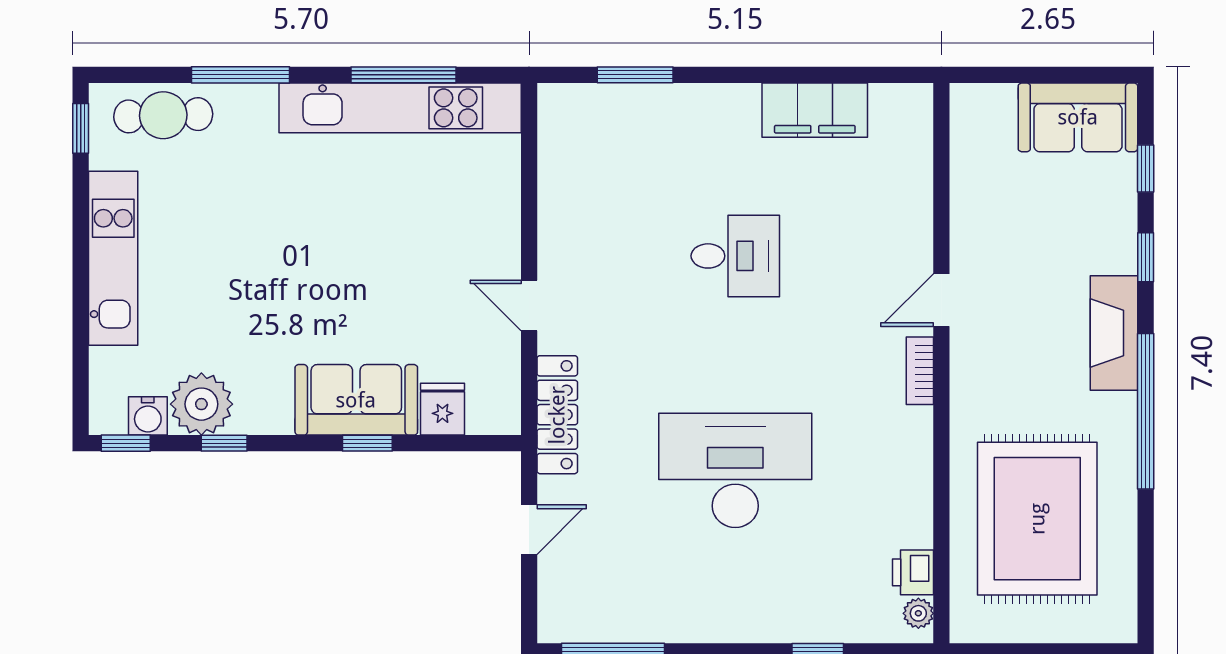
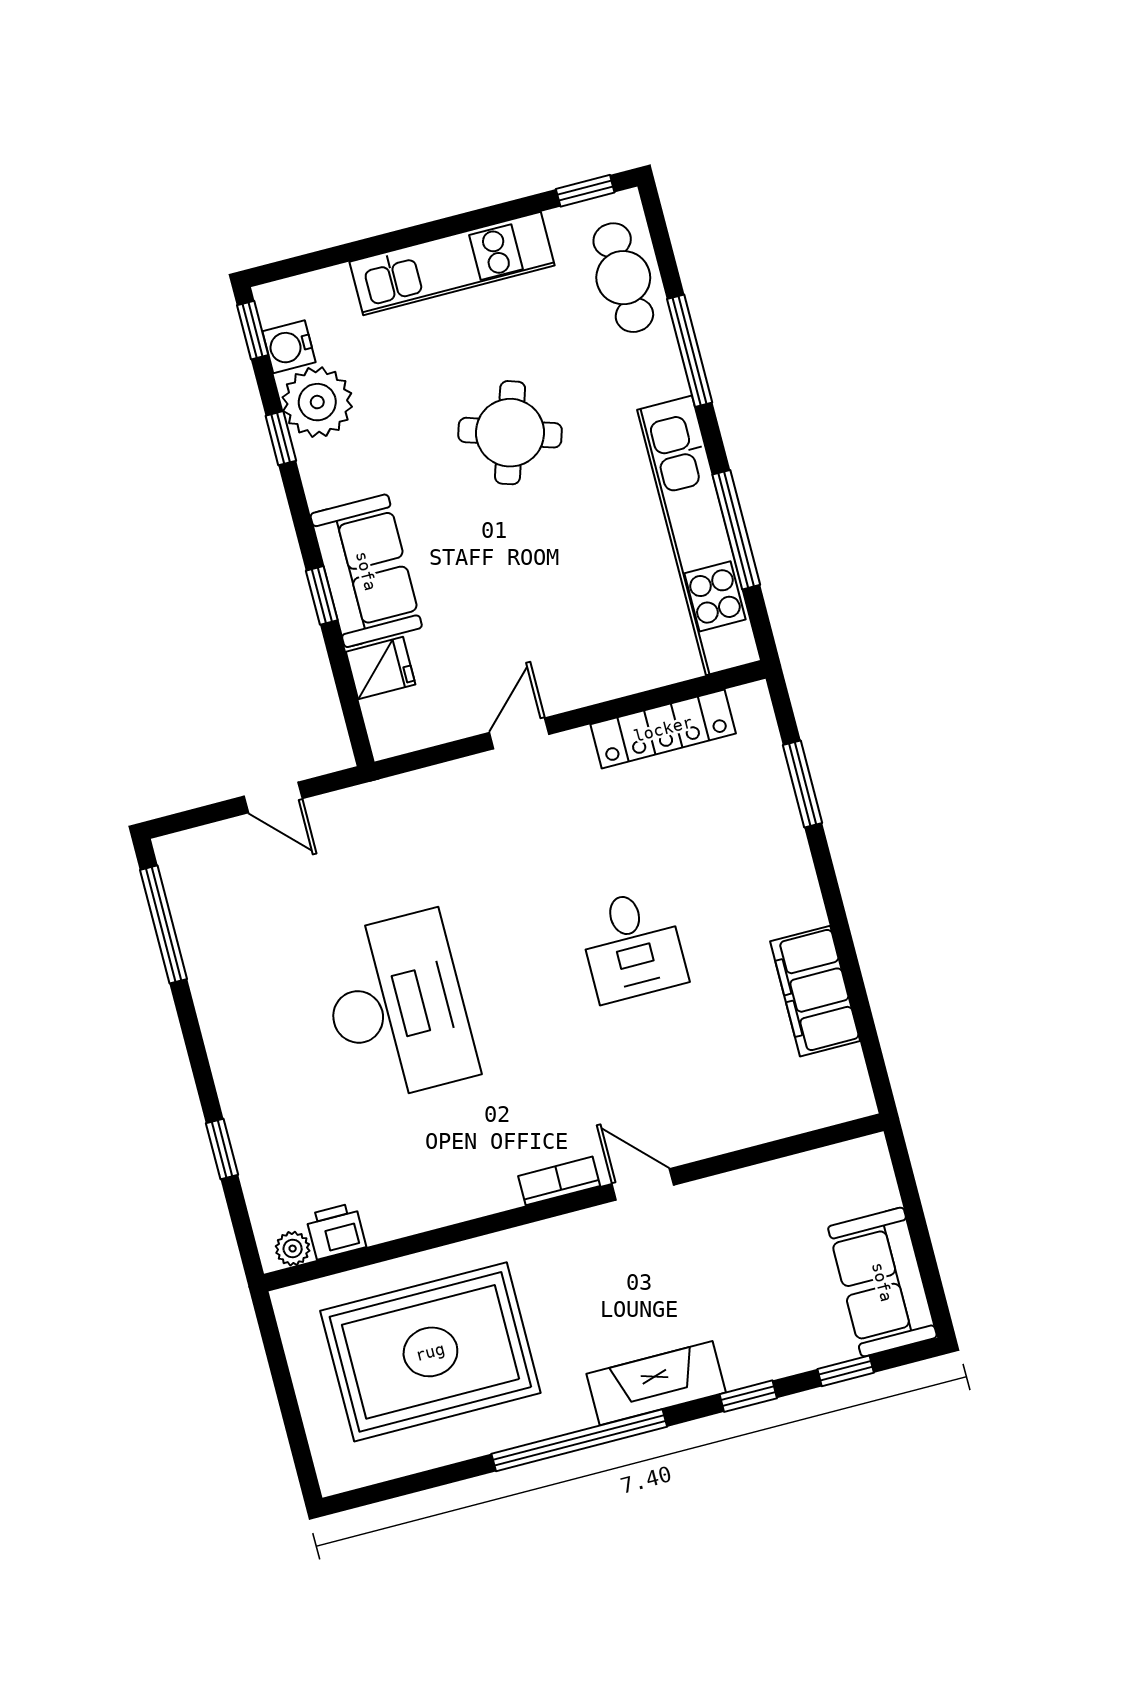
round table: (270, 246) -> (510, 433), added
locker: (557, 415) -> (663, 729), moved

